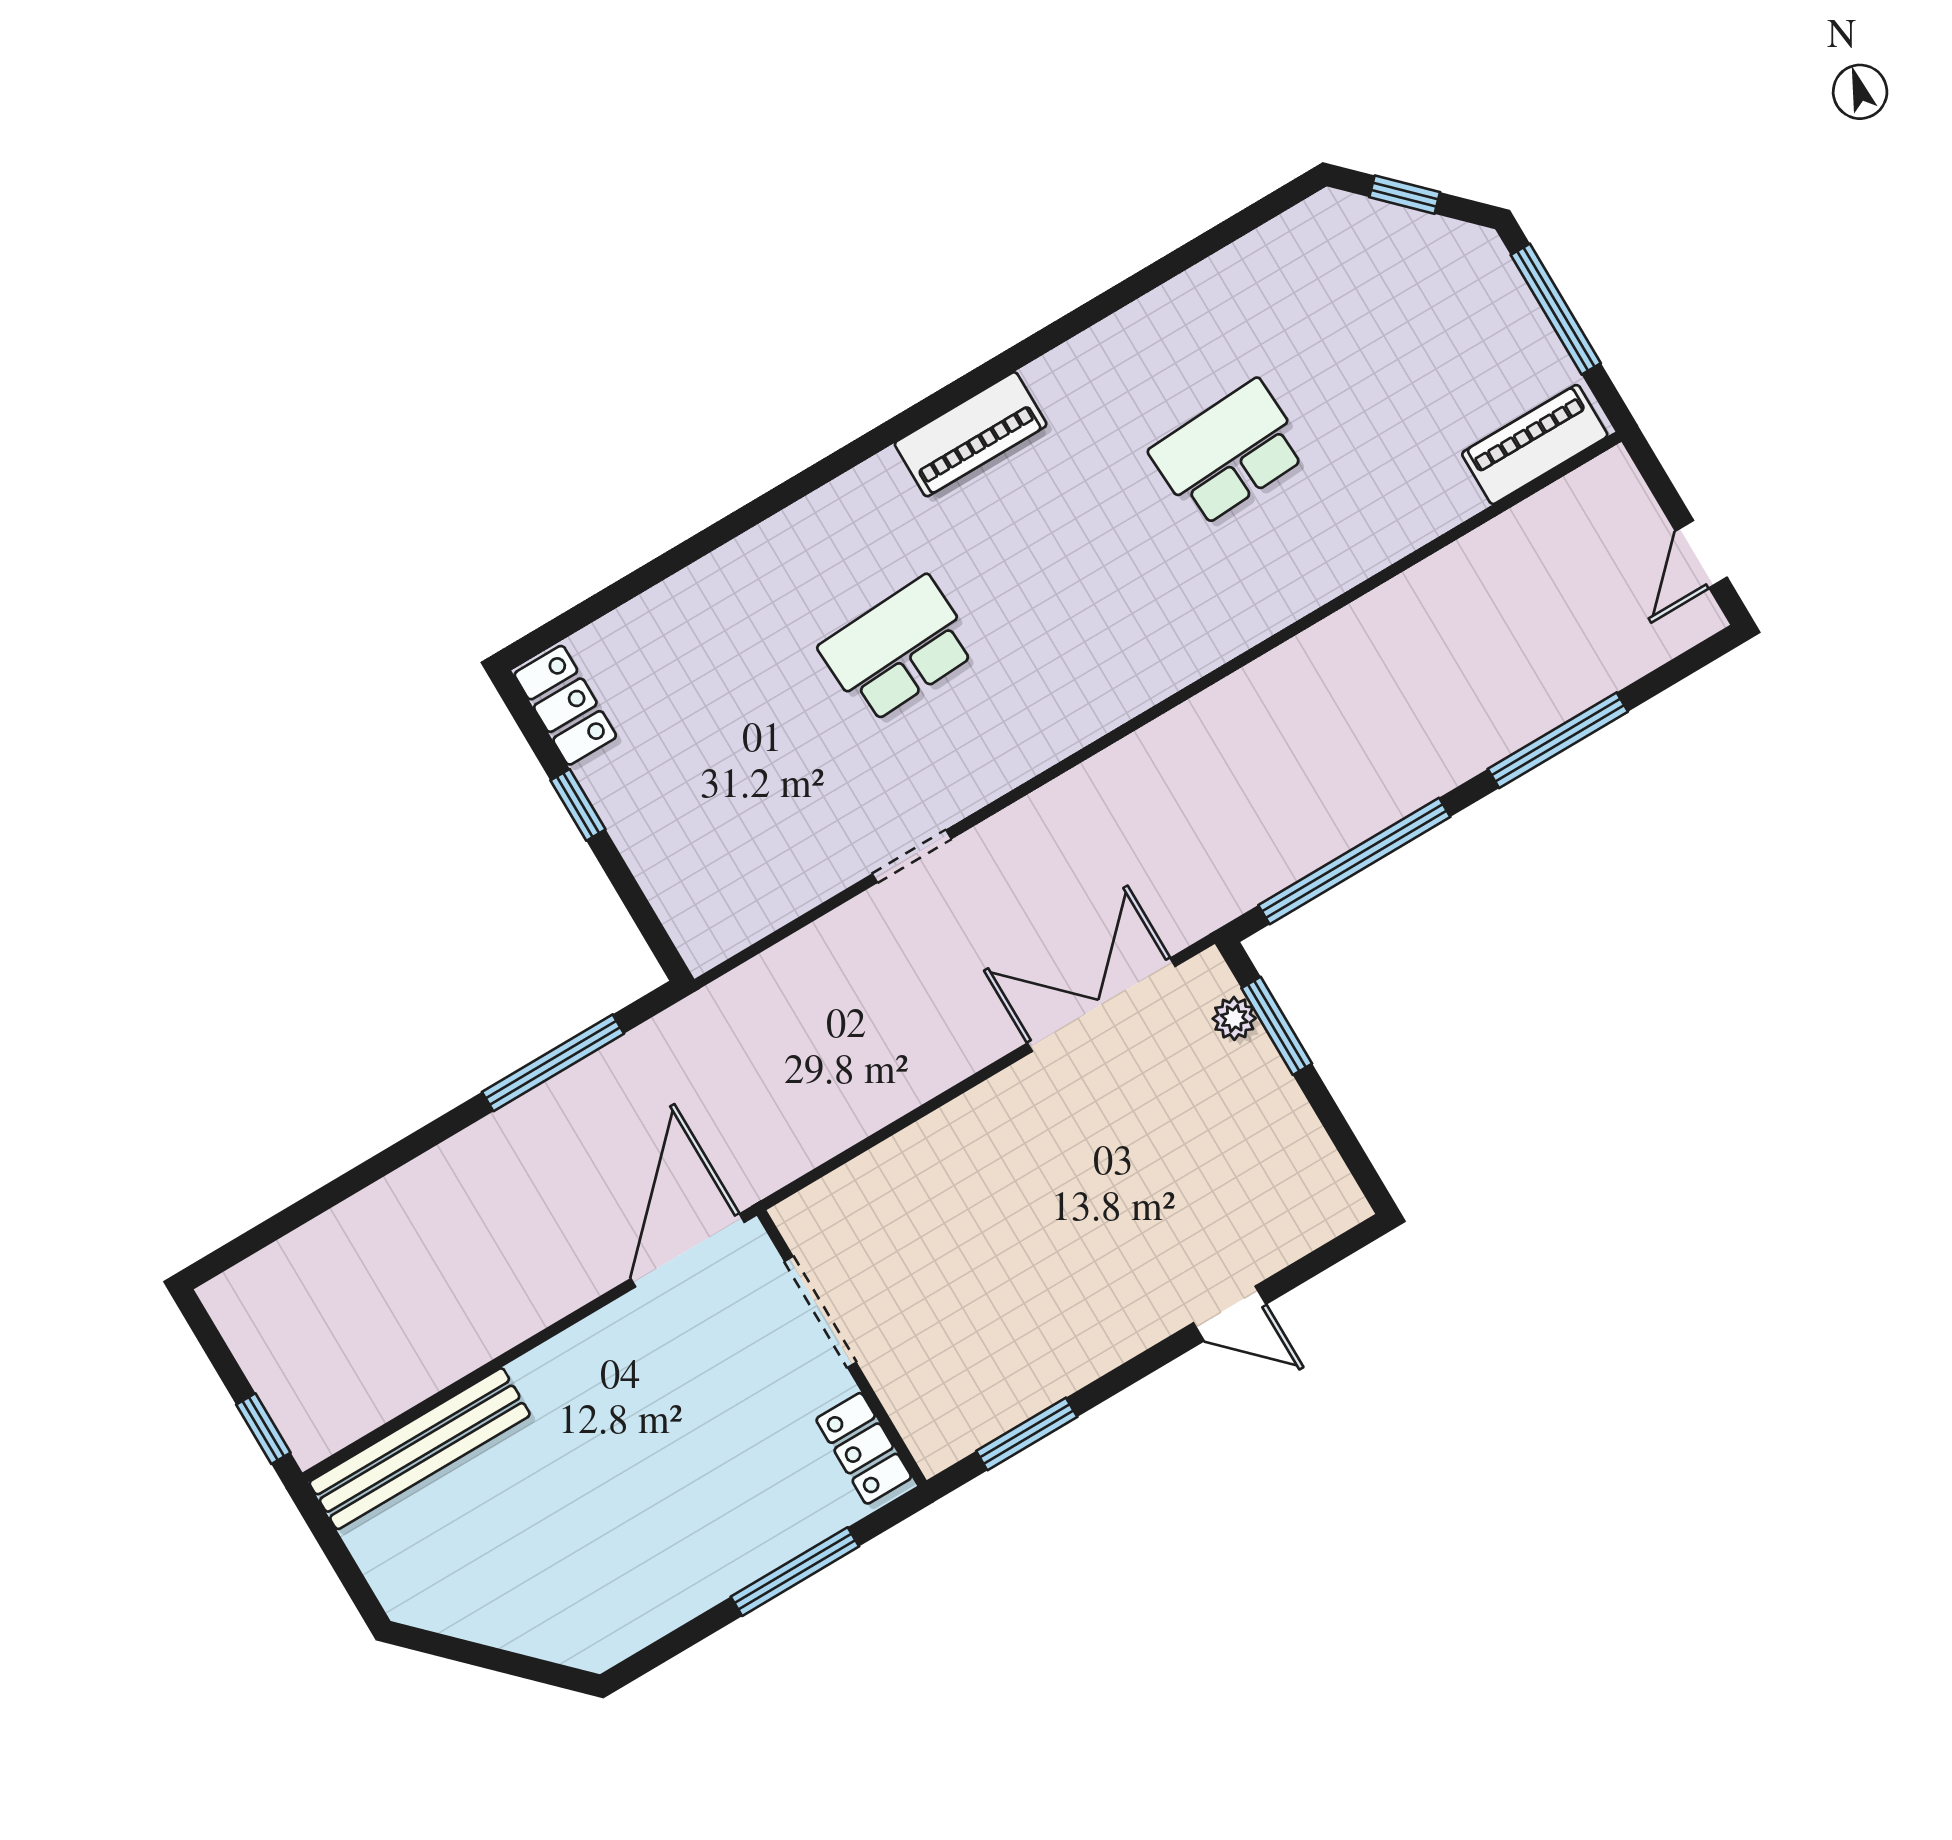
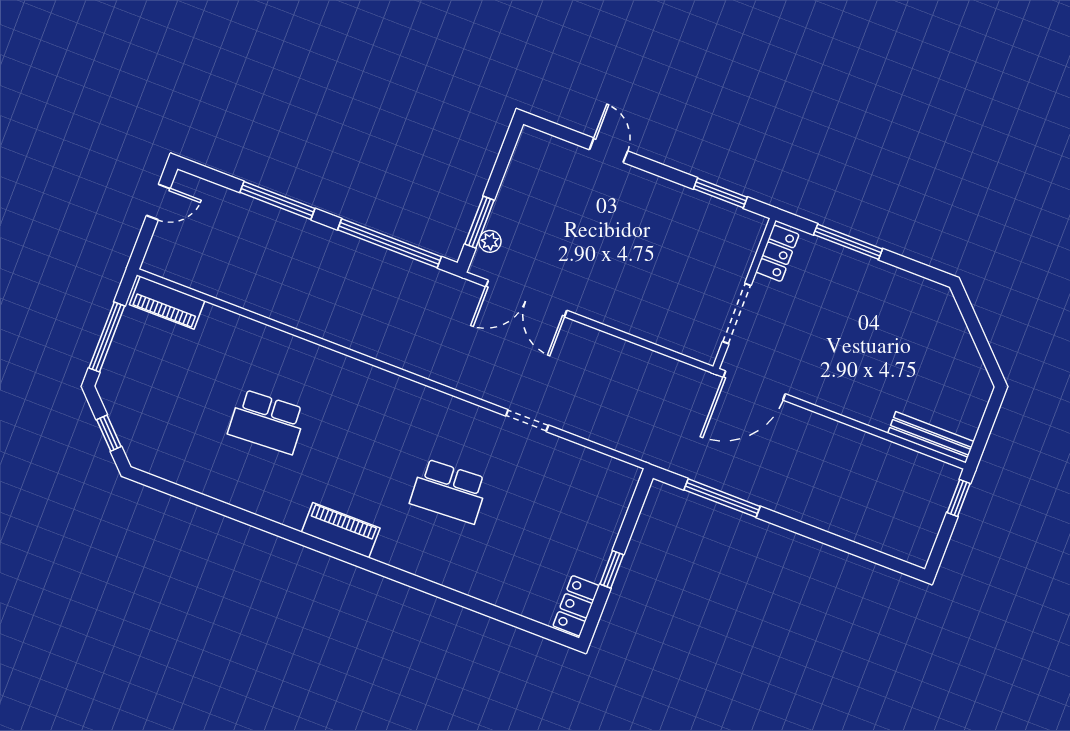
bench: (420, 1449) -> (931, 437), width x0.73, depth x0.82

